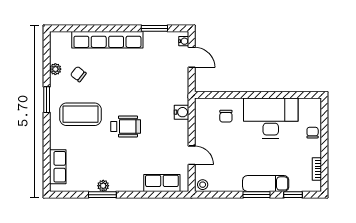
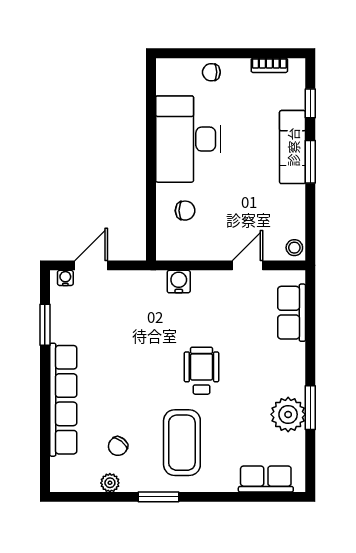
plant: (103, 186) -> (288, 414), width x1.87, depth x1.87

